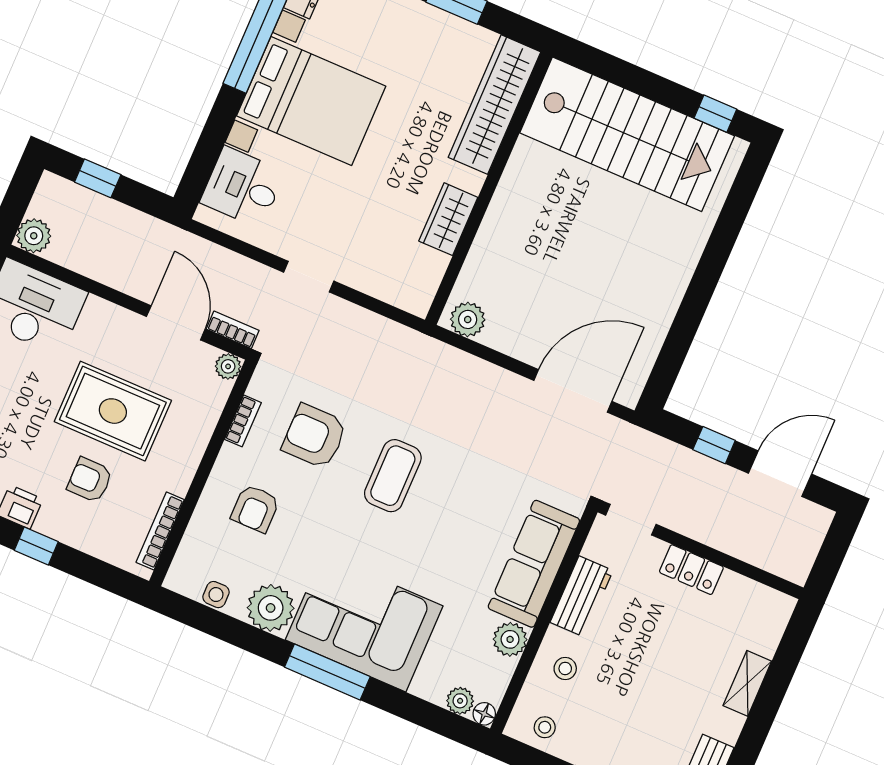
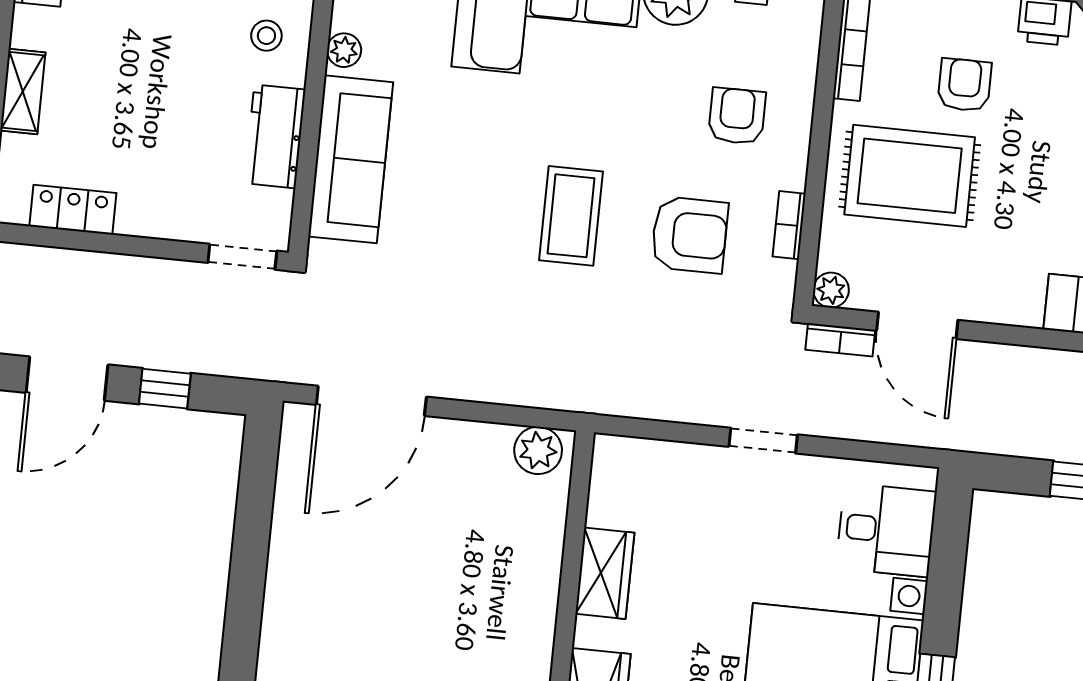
rug: (113, 411) -> (910, 176), moved
armchair: (90, 480) -> (964, 85), turned -90
locker: (691, 570) -> (73, 210), moved
plant: (510, 639) -> (344, 50), width x0.73, depth x0.73

